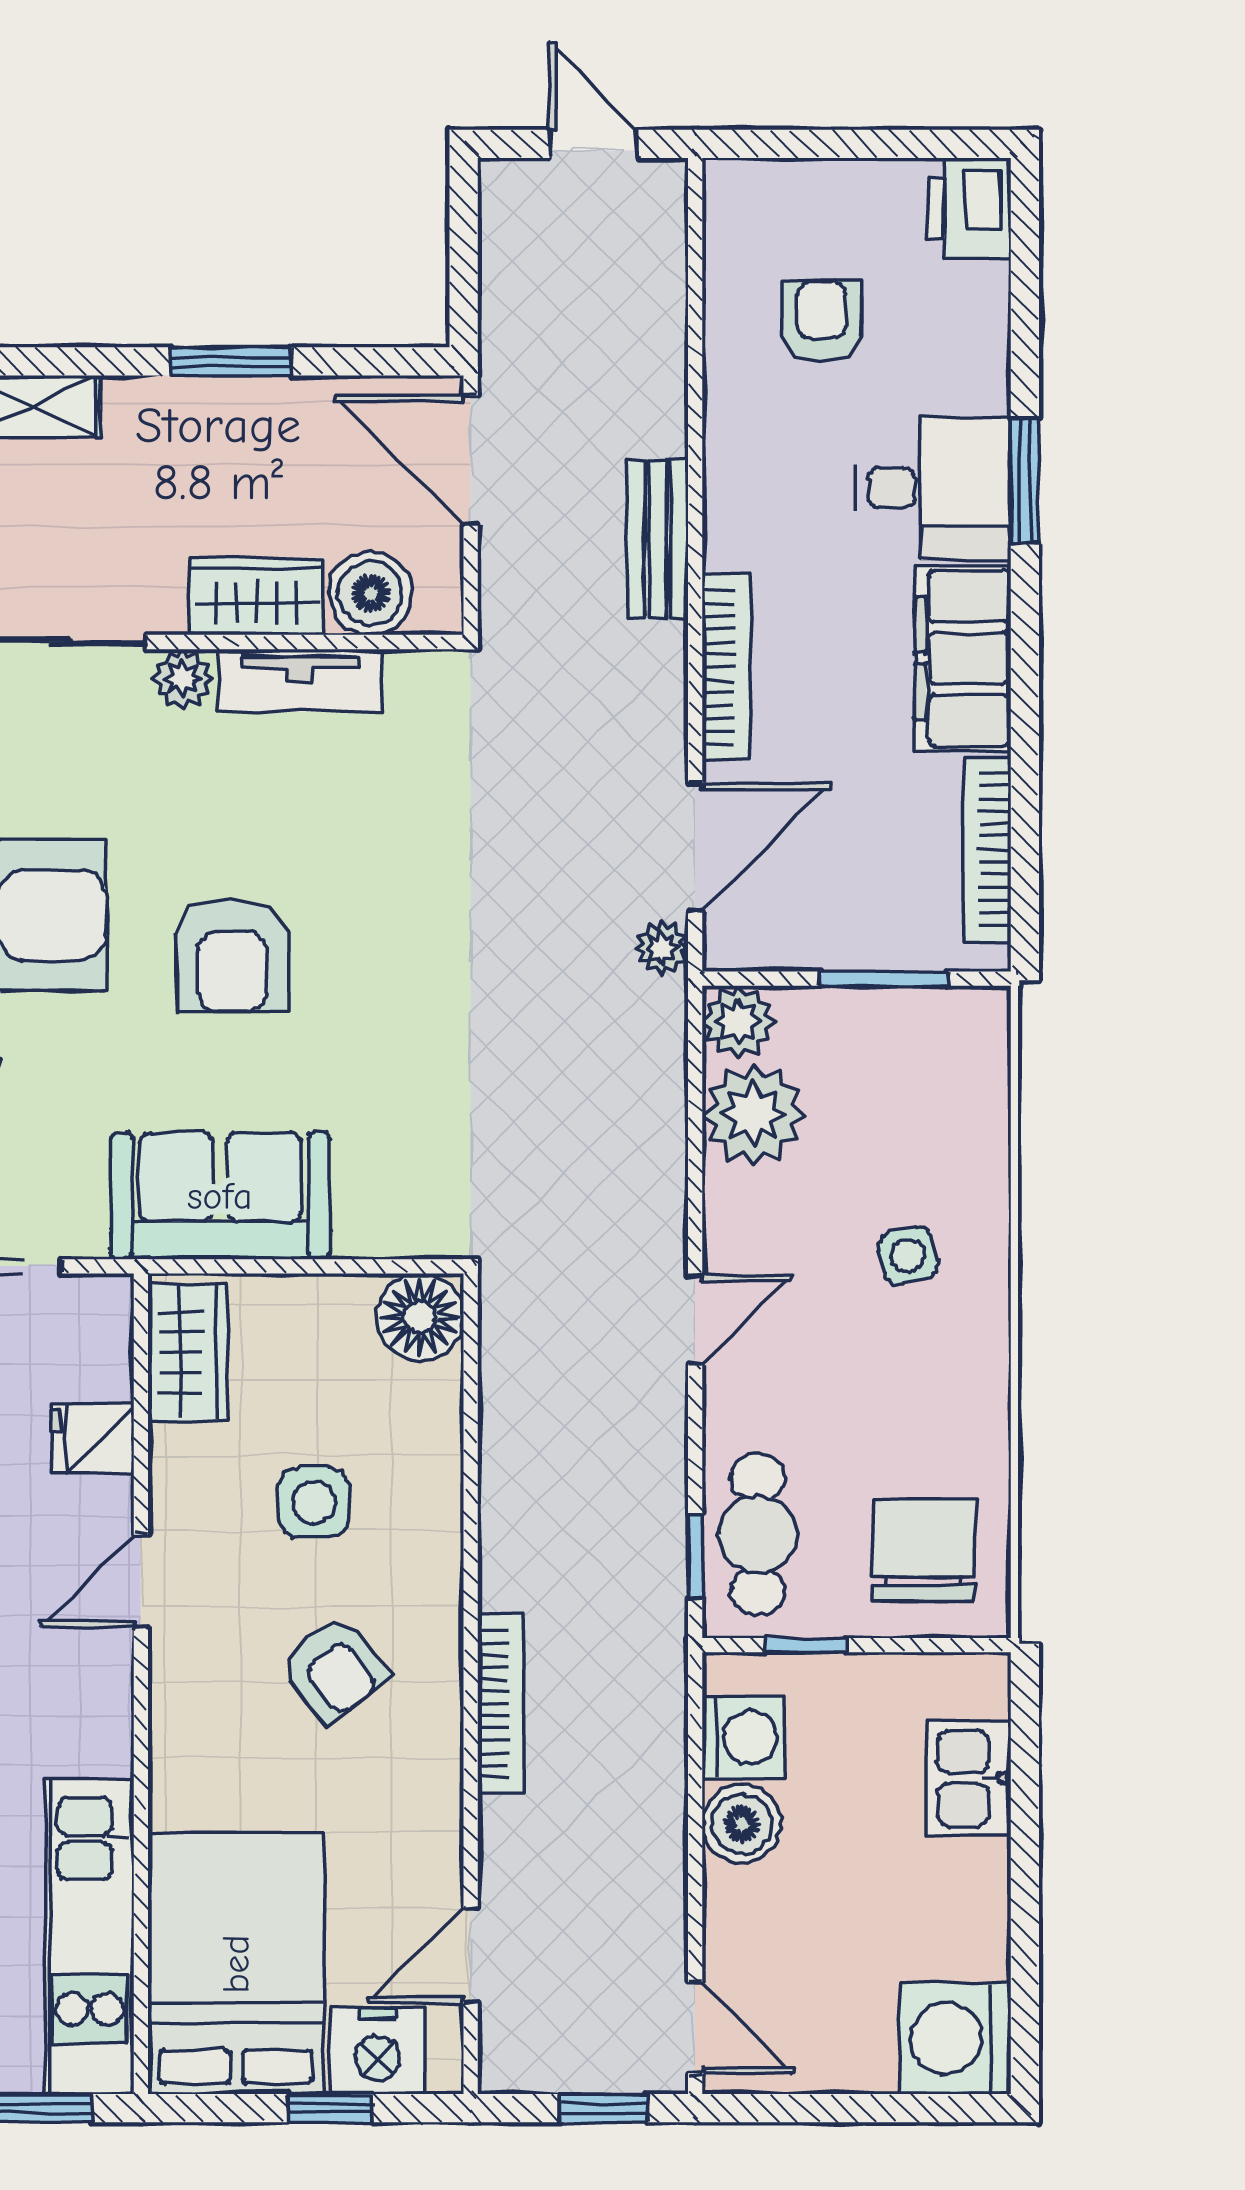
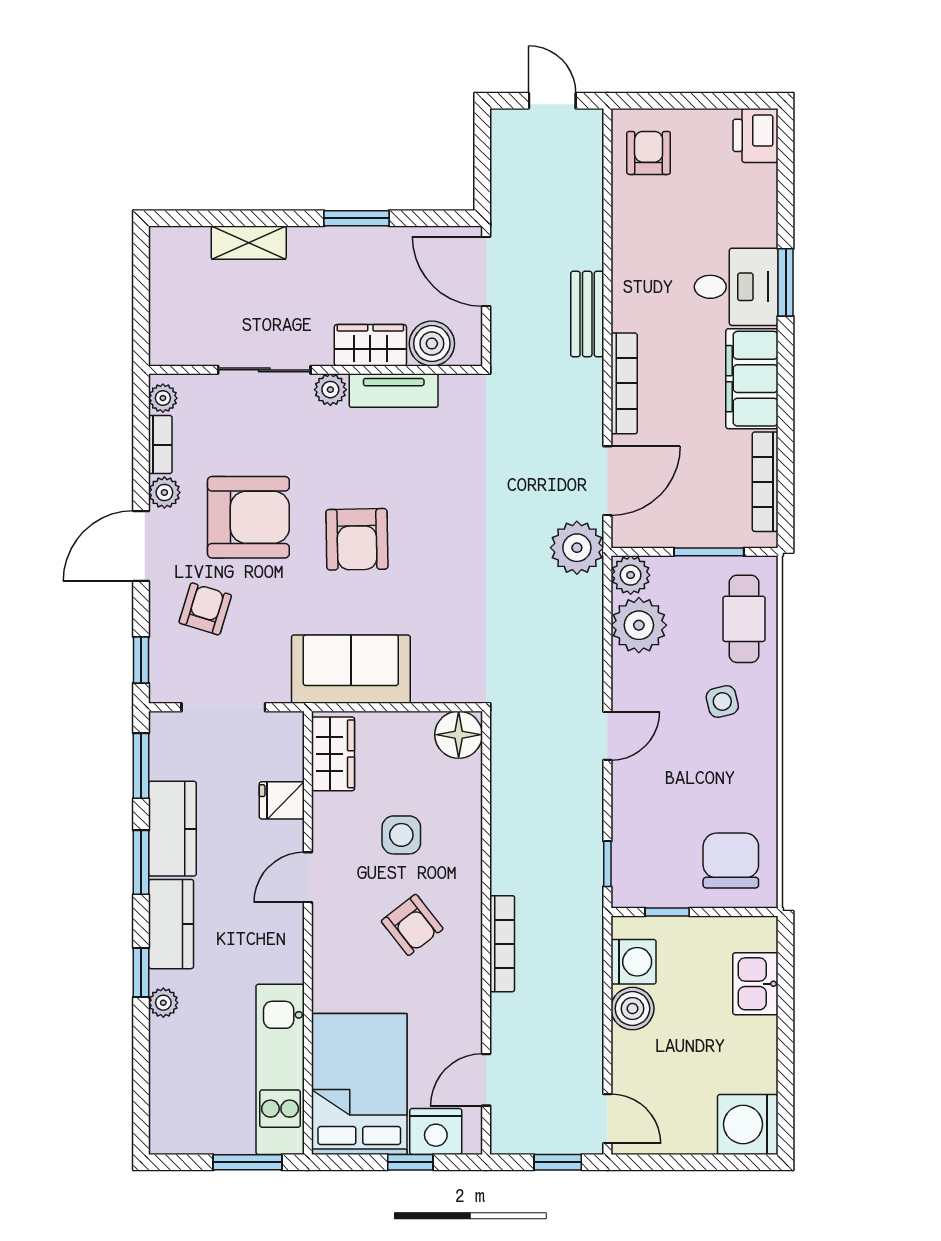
armchair: (822, 321) -> (649, 153), moved
plant: (662, 948) -> (577, 548), width x1.87, depth x1.87
cafe table: (758, 1534) -> (744, 619), moved

